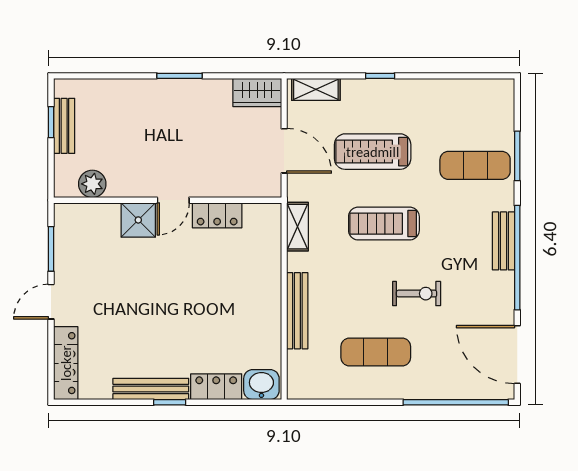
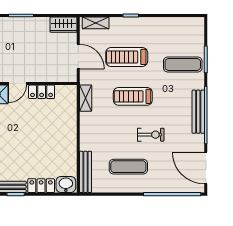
bench: (503, 241) -> (198, 112), width x1.36
bench: (297, 311) -> (85, 172), moved

